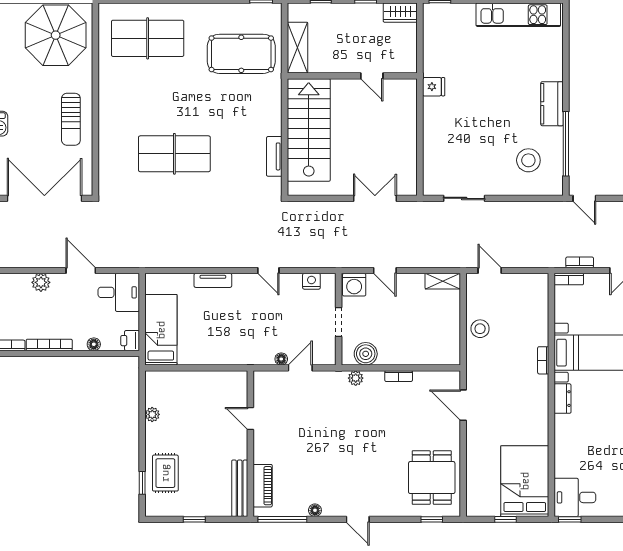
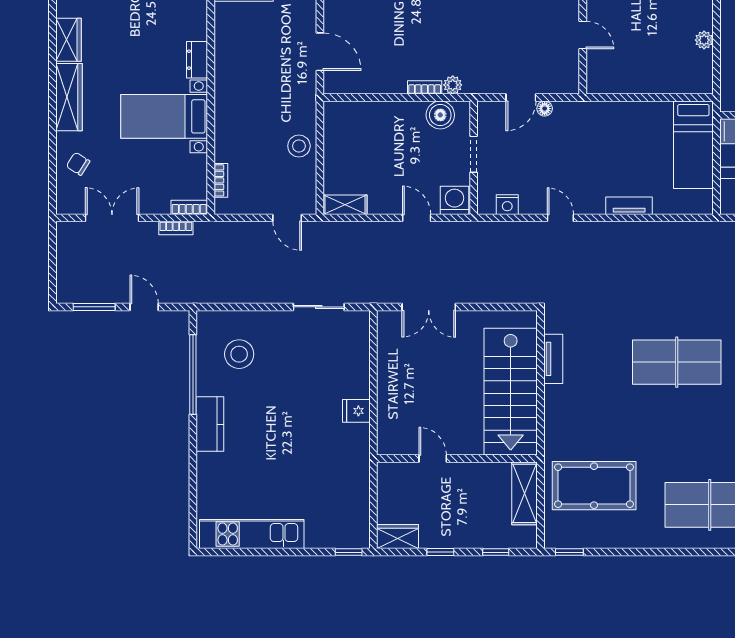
fridge: (434, 87) -> (356, 411), moved
door: (584, 198) -> (144, 307), moved
bookcase: (543, 360) -> (221, 180), moved
bookcase: (399, 376) -> (425, 87), moved

